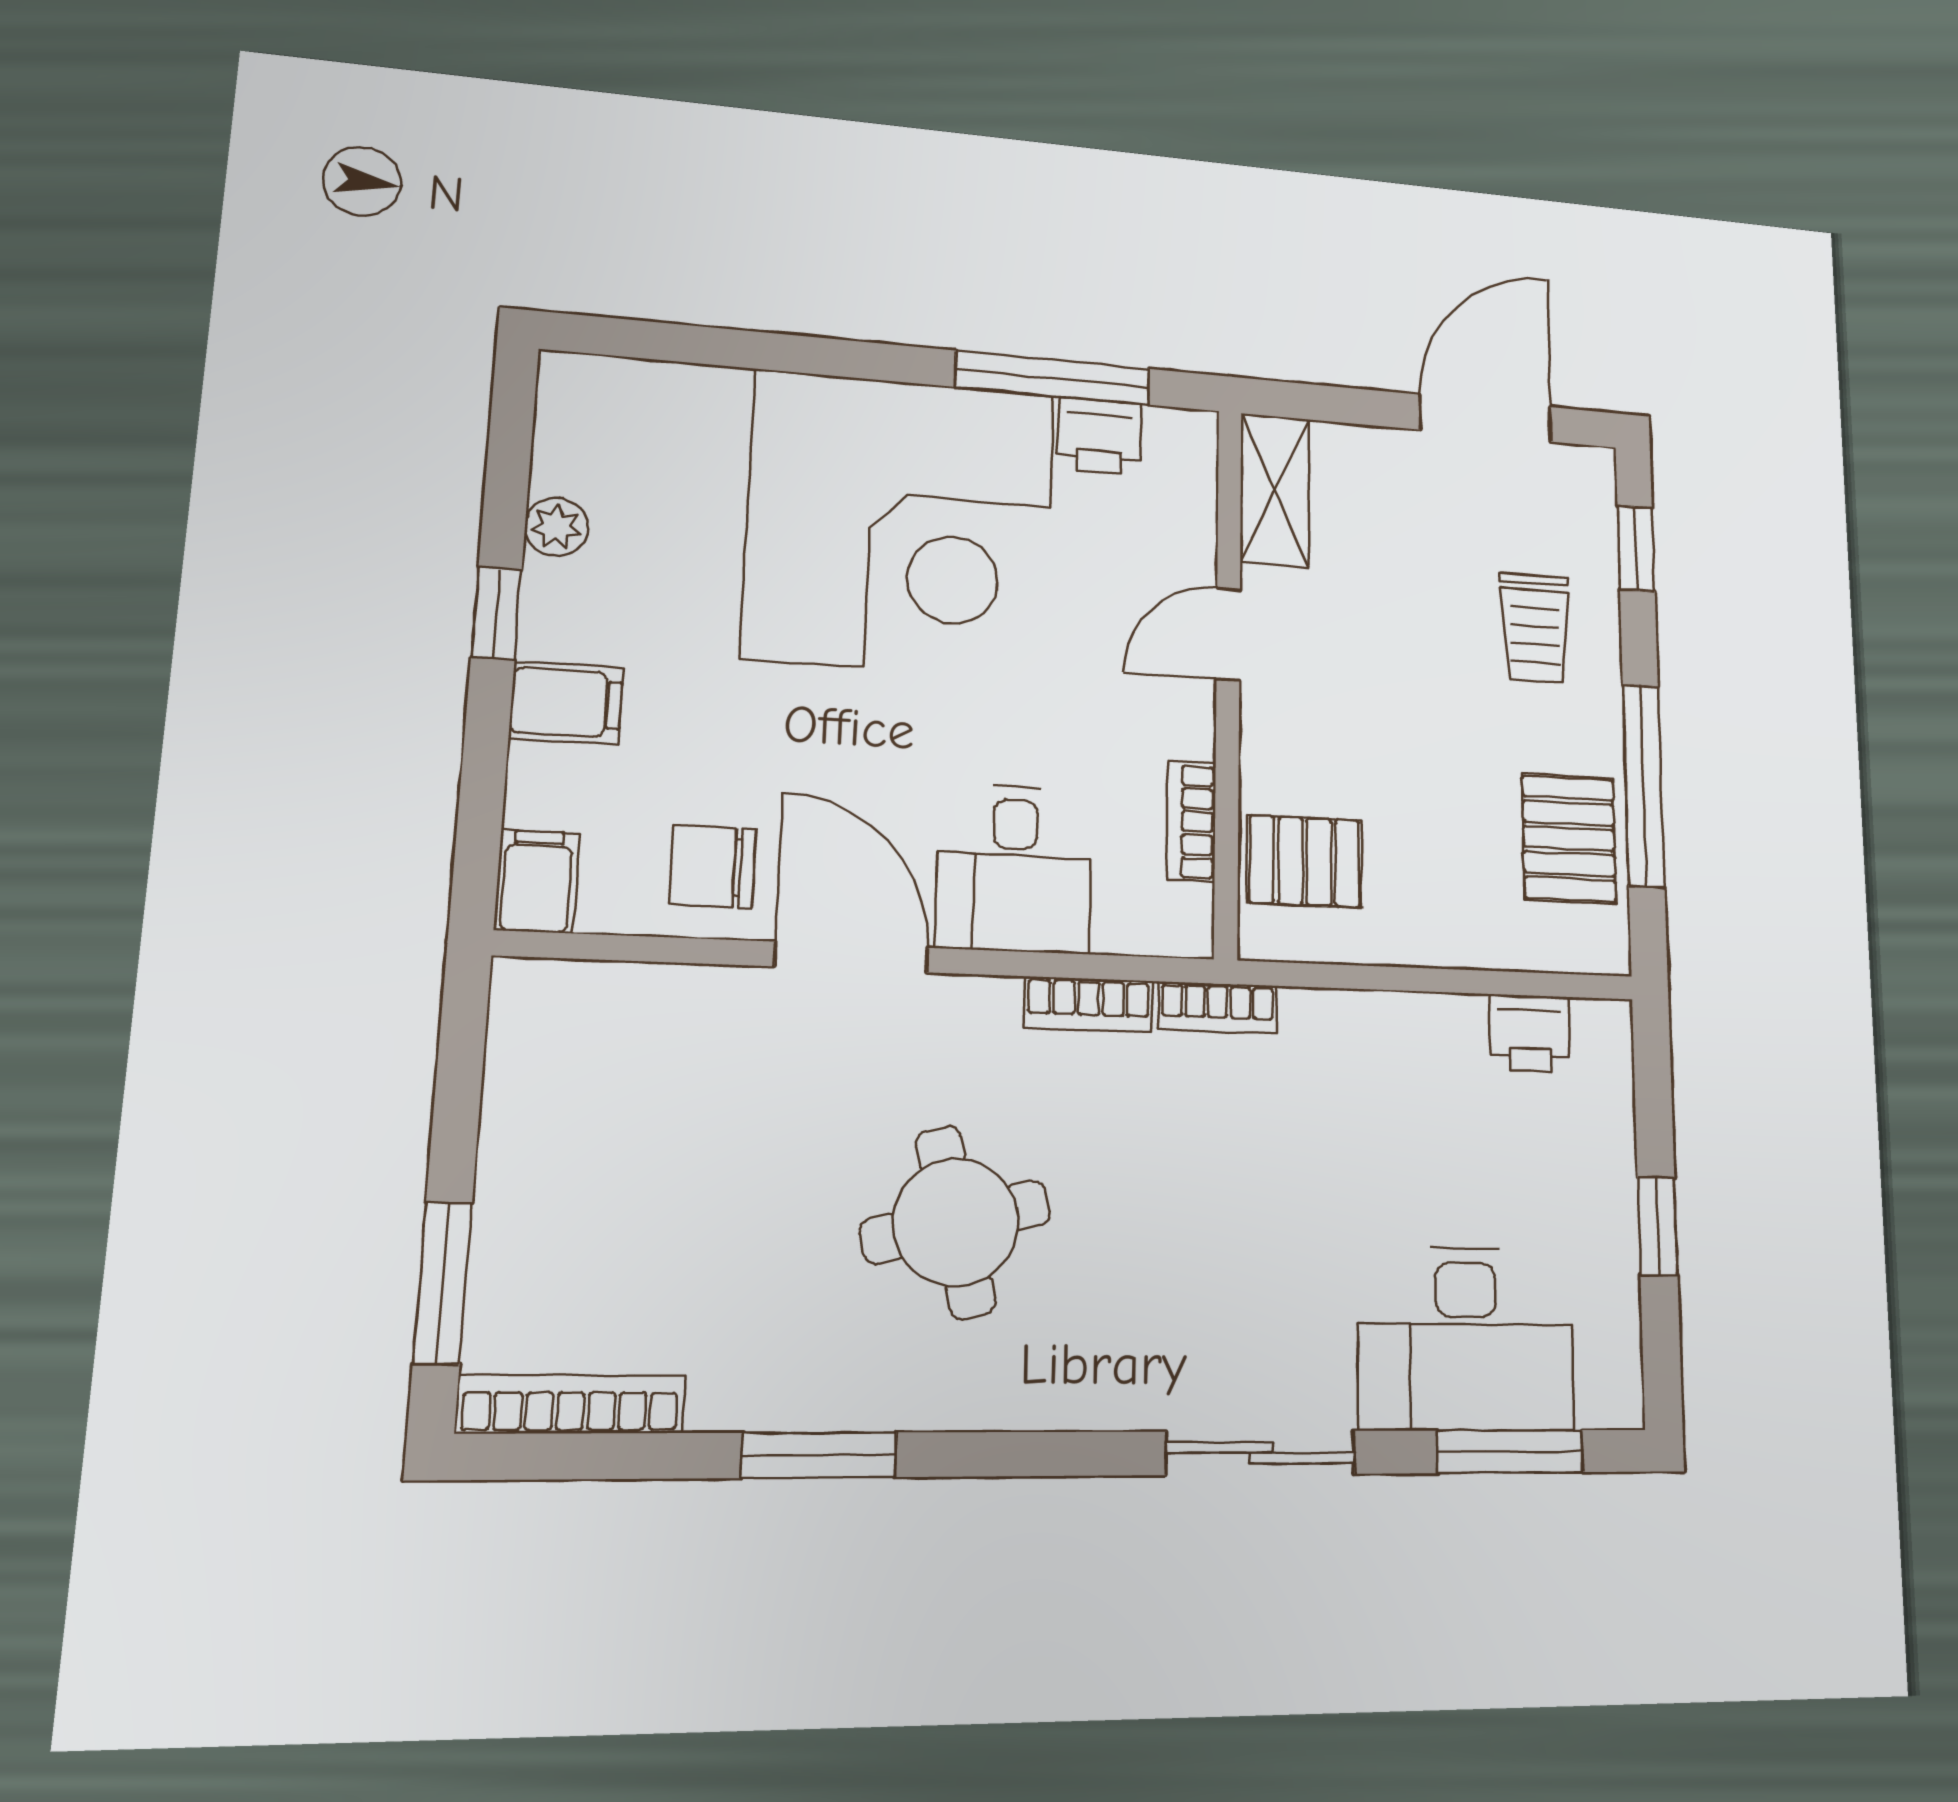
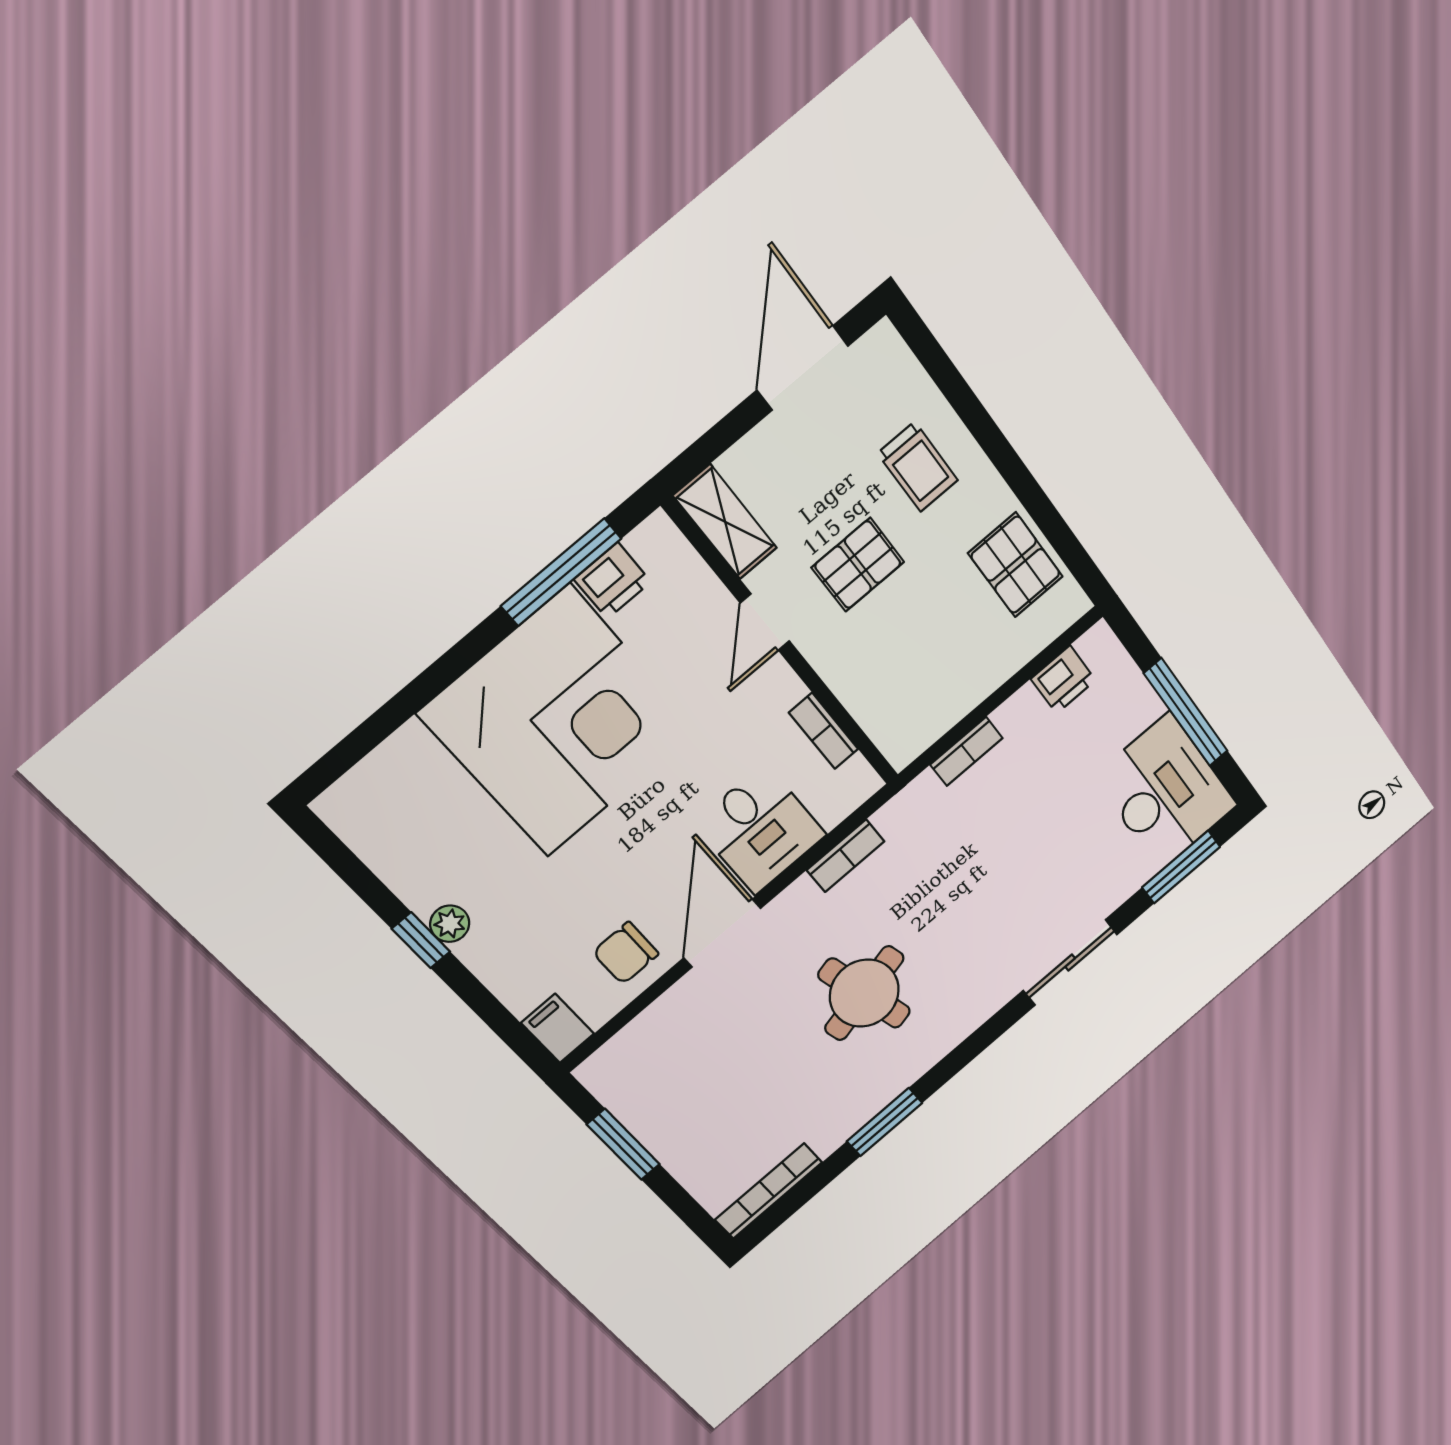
plant: (556, 527) -> (450, 924), moved
window: (1636, 549) -> (940, 367), removed
filing cabinet: (566, 703) -> (492, 948), removed
window: (1643, 785) -> (1035, 500), removed
pallet: (1305, 861) -> (858, 565), moved
door: (852, 957) -> (722, 933), hinge flipped
bookcase: (1218, 1008) -> (966, 751), moved
window: (1657, 1226) -> (1186, 712), width x2.17
window: (443, 1283) -> (623, 1144), moved
desk: (1466, 1339) -> (1165, 792), moved, turned -90

